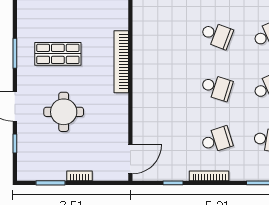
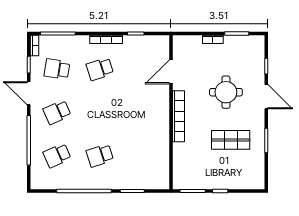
school desk: (217, 35) -> (100, 156), turned -39
bookcase: (121, 62) -> (178, 116), moved
school desk: (217, 87) -> (100, 112), removed
door: (130, 159) -> (171, 72), moved

